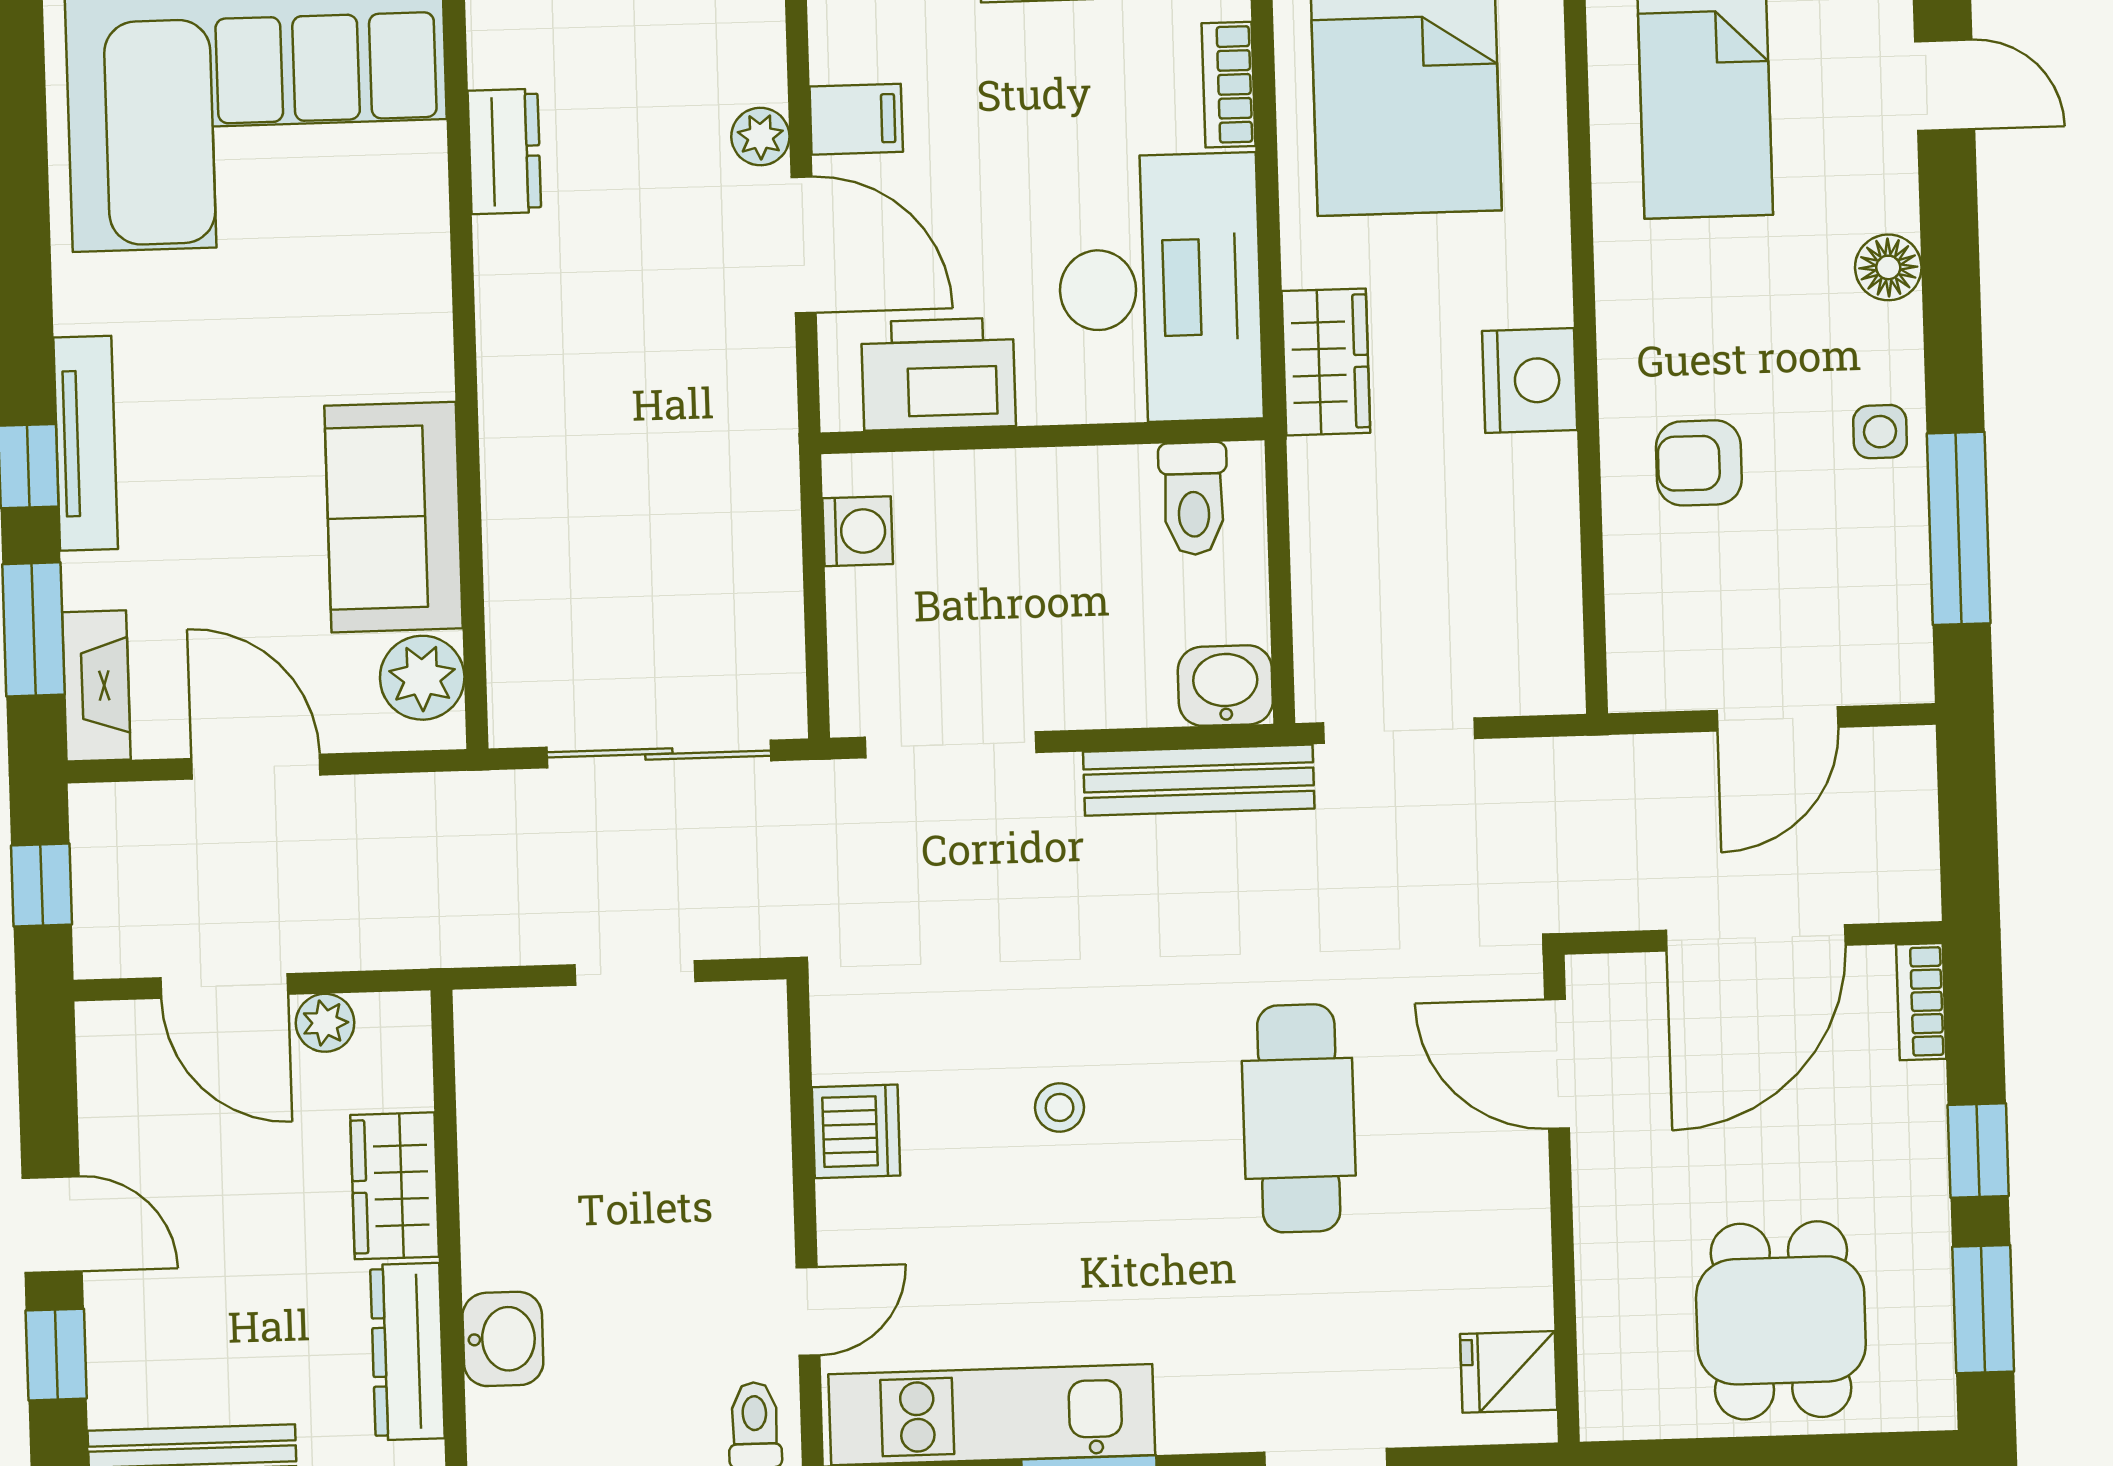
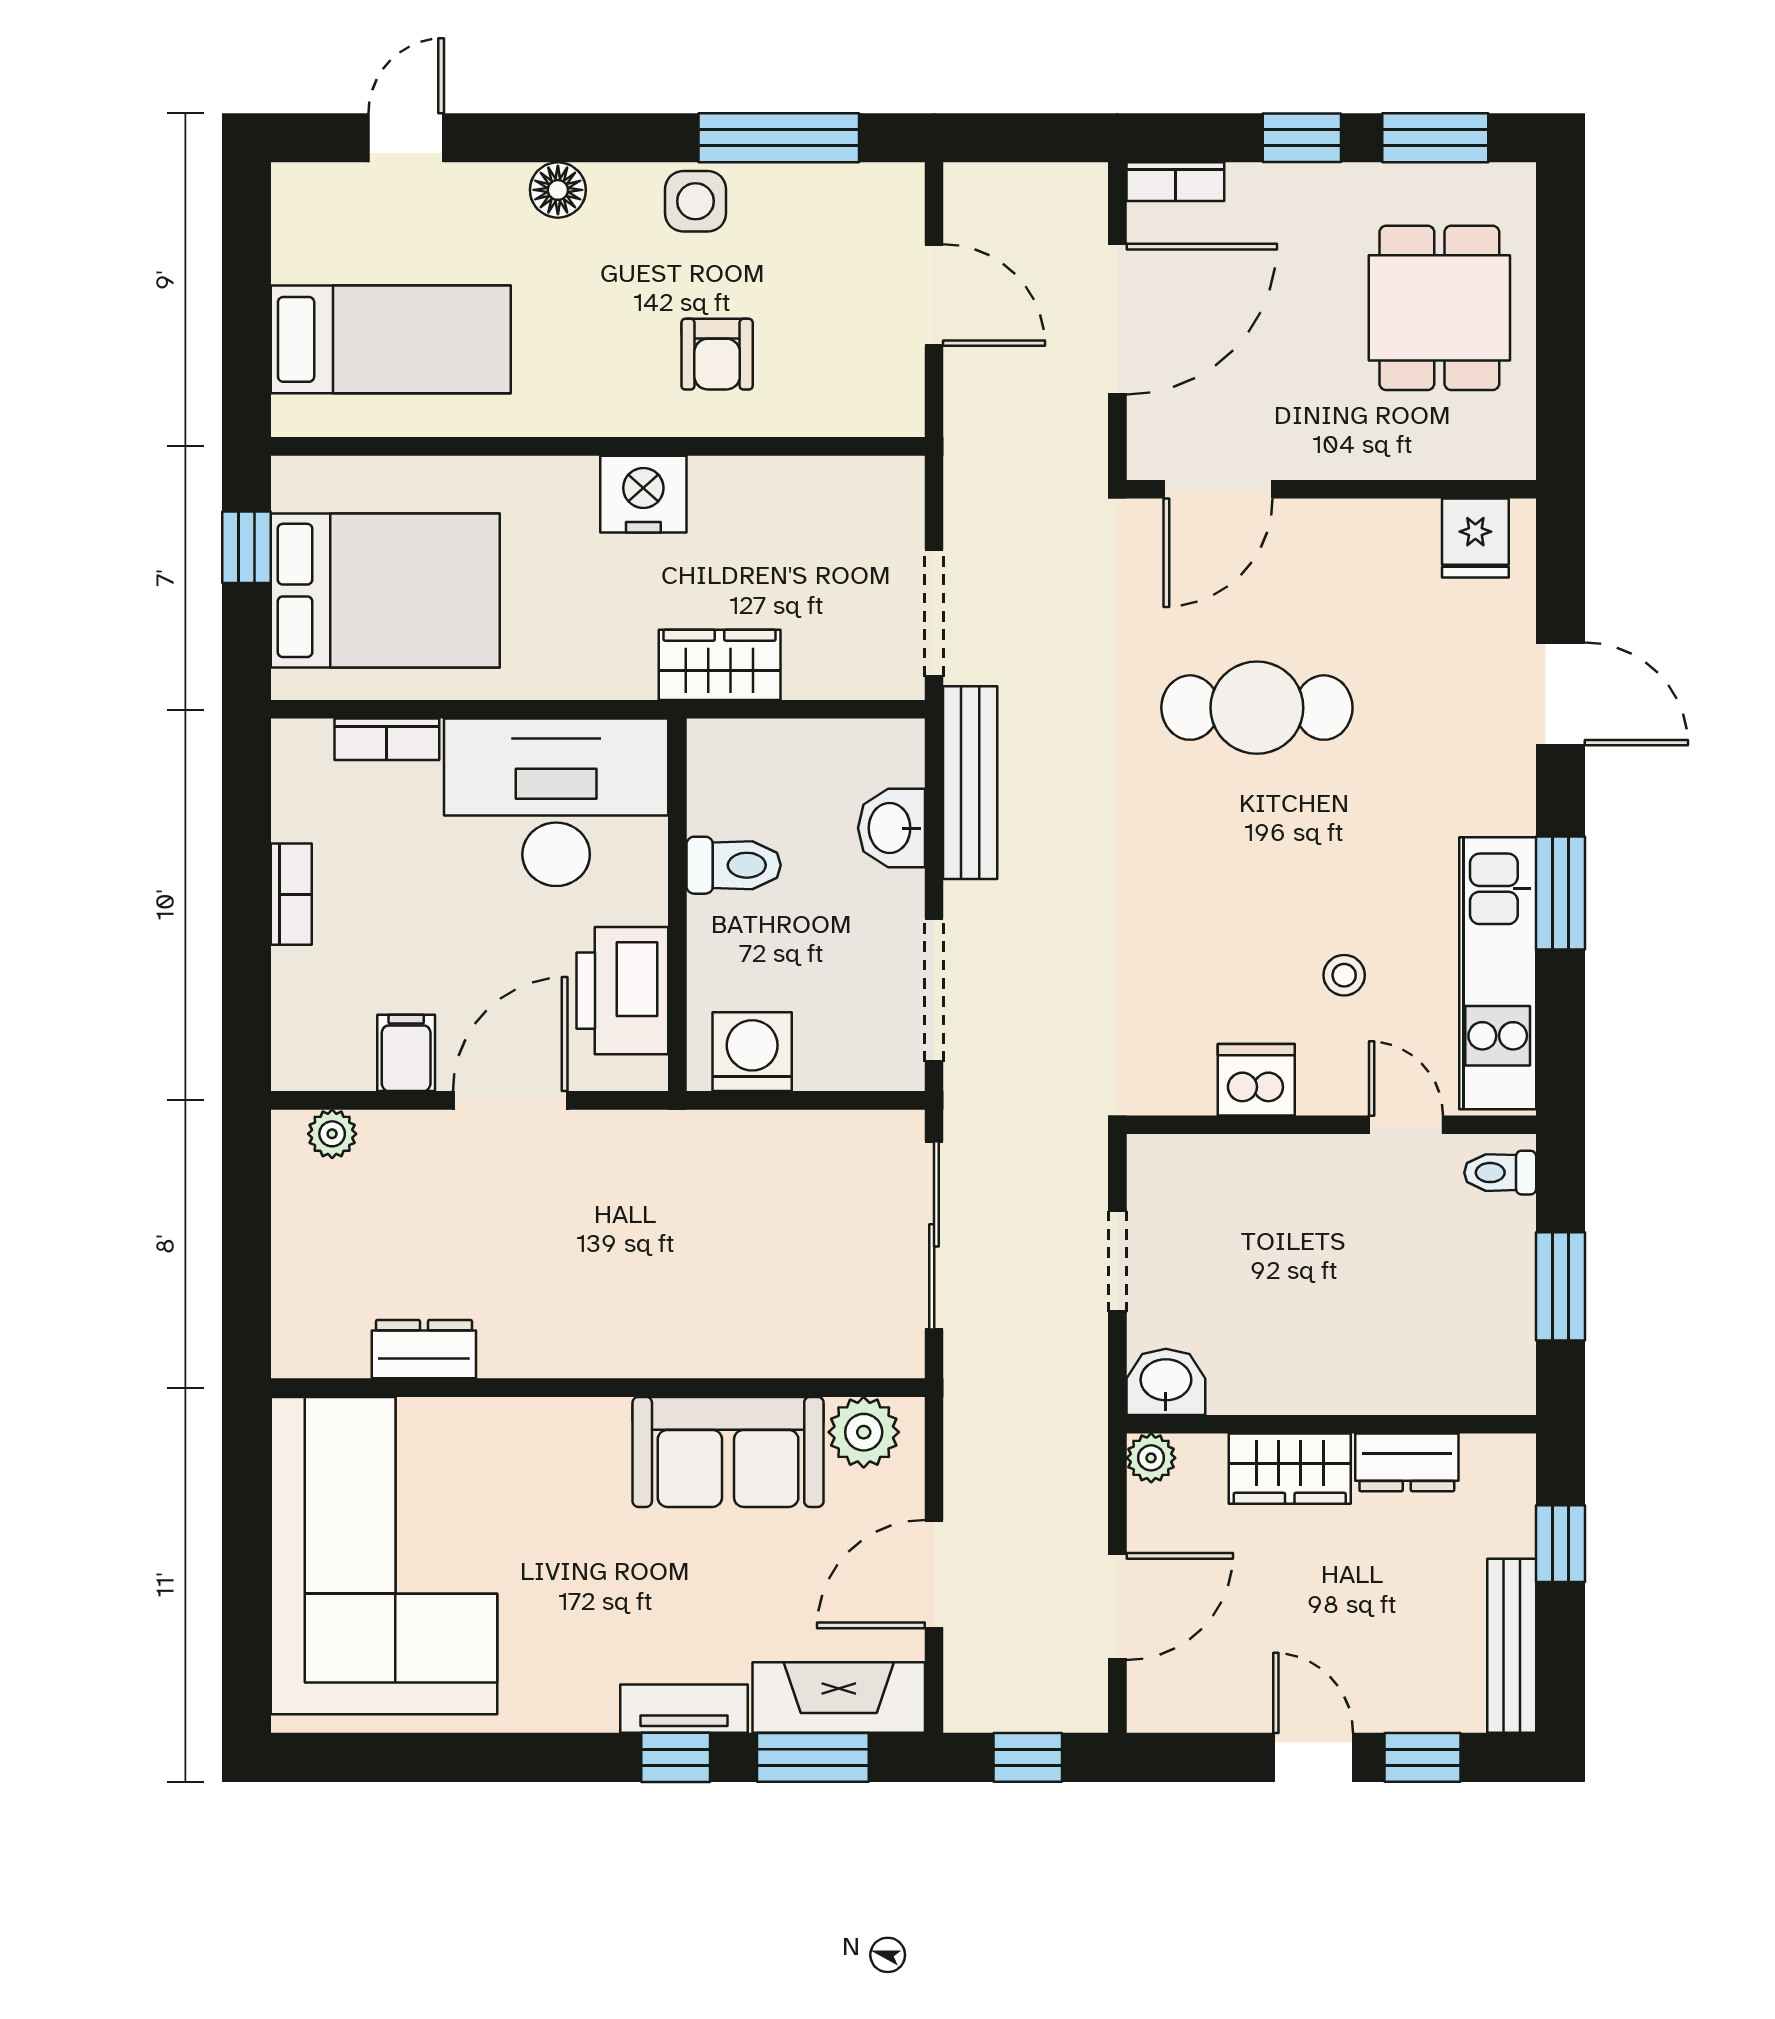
plant: (760, 137) -> (332, 1134), moved
wardrobe: (1326, 362) -> (720, 665), moved
side table: (1880, 432) -> (696, 201), width x1.37, depth x1.37
tv unit: (86, 443) -> (684, 1709), width x0.71
toilet: (1194, 499) -> (734, 865), moved
washing machine: (858, 531) -> (752, 1052), width x1.38, depth x1.38
fireplace: (96, 686) -> (839, 1697), width x1.37, depth x1.32
washbasin: (1225, 686) -> (892, 828), moved
door: (1756, 938) -> (1117, 319), hinge flipped
plant: (325, 1023) -> (1151, 1458), moved
stool: (1060, 1107) -> (1344, 975), moved
door: (52, 1225) -> (1313, 1757), hinge flipped
dining table: (1781, 1320) -> (1439, 308), turned 90
washbasin: (503, 1339) -> (1166, 1382), moved
dresser: (407, 1352) -> (1407, 1462), width x0.70

